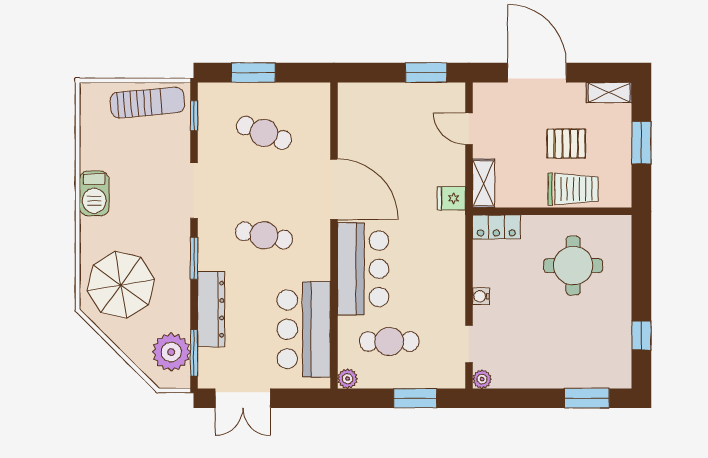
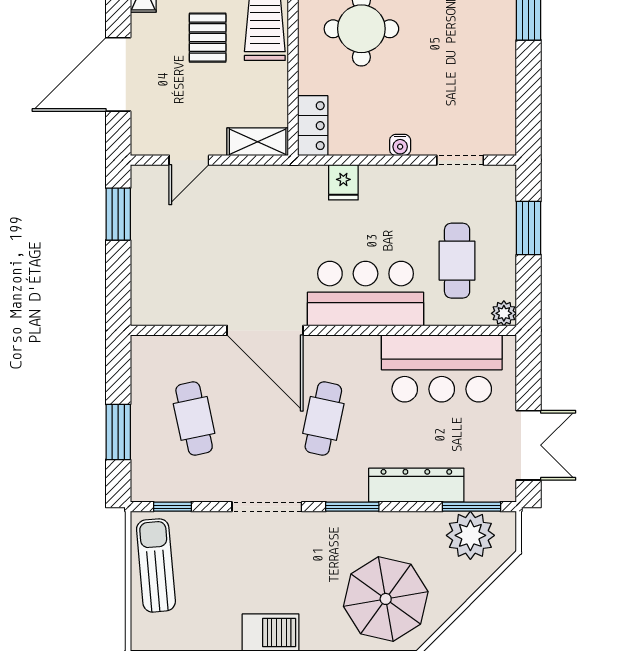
cafe table: (264, 133) -> (194, 418), turned -33
door: (334, 189) -> (265, 330), swing flipped
fridge: (451, 198) -> (343, 182), moved
plant: (482, 379) -> (504, 144), removed

